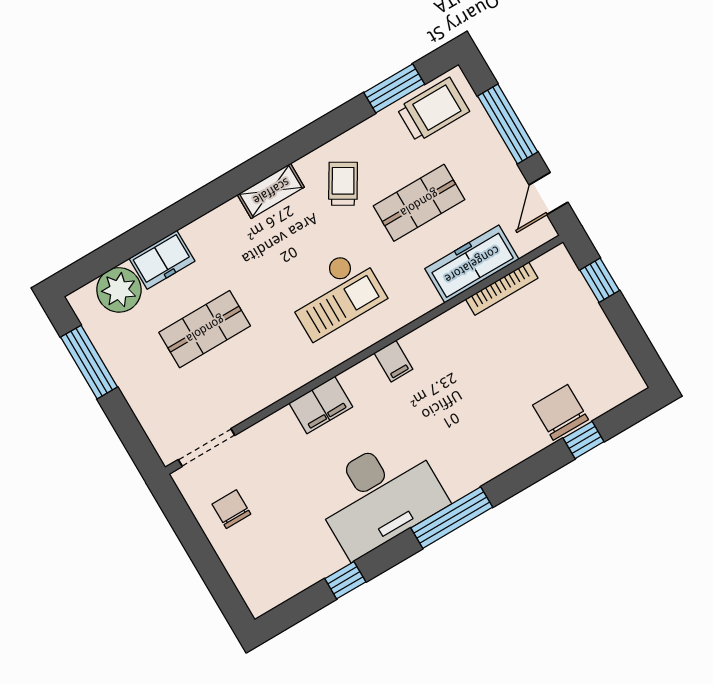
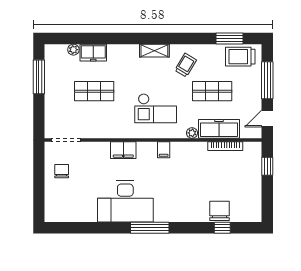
trolley: (433, 110) -> (240, 57), turned 180
plant: (119, 290) -> (73, 50), width x0.53, depth x0.53
plant: (427, 300) -> (192, 133), added
window: (345, 580) -> (91, 228), removed

